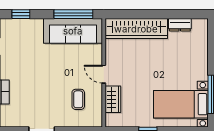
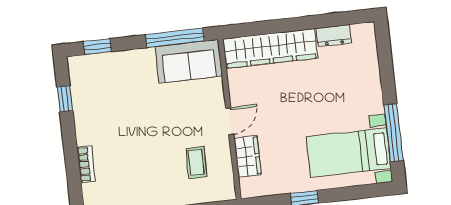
sofa: (73, 31) -> (189, 61), width x0.73
door: (104, 74) -> (230, 121), swing flipped

